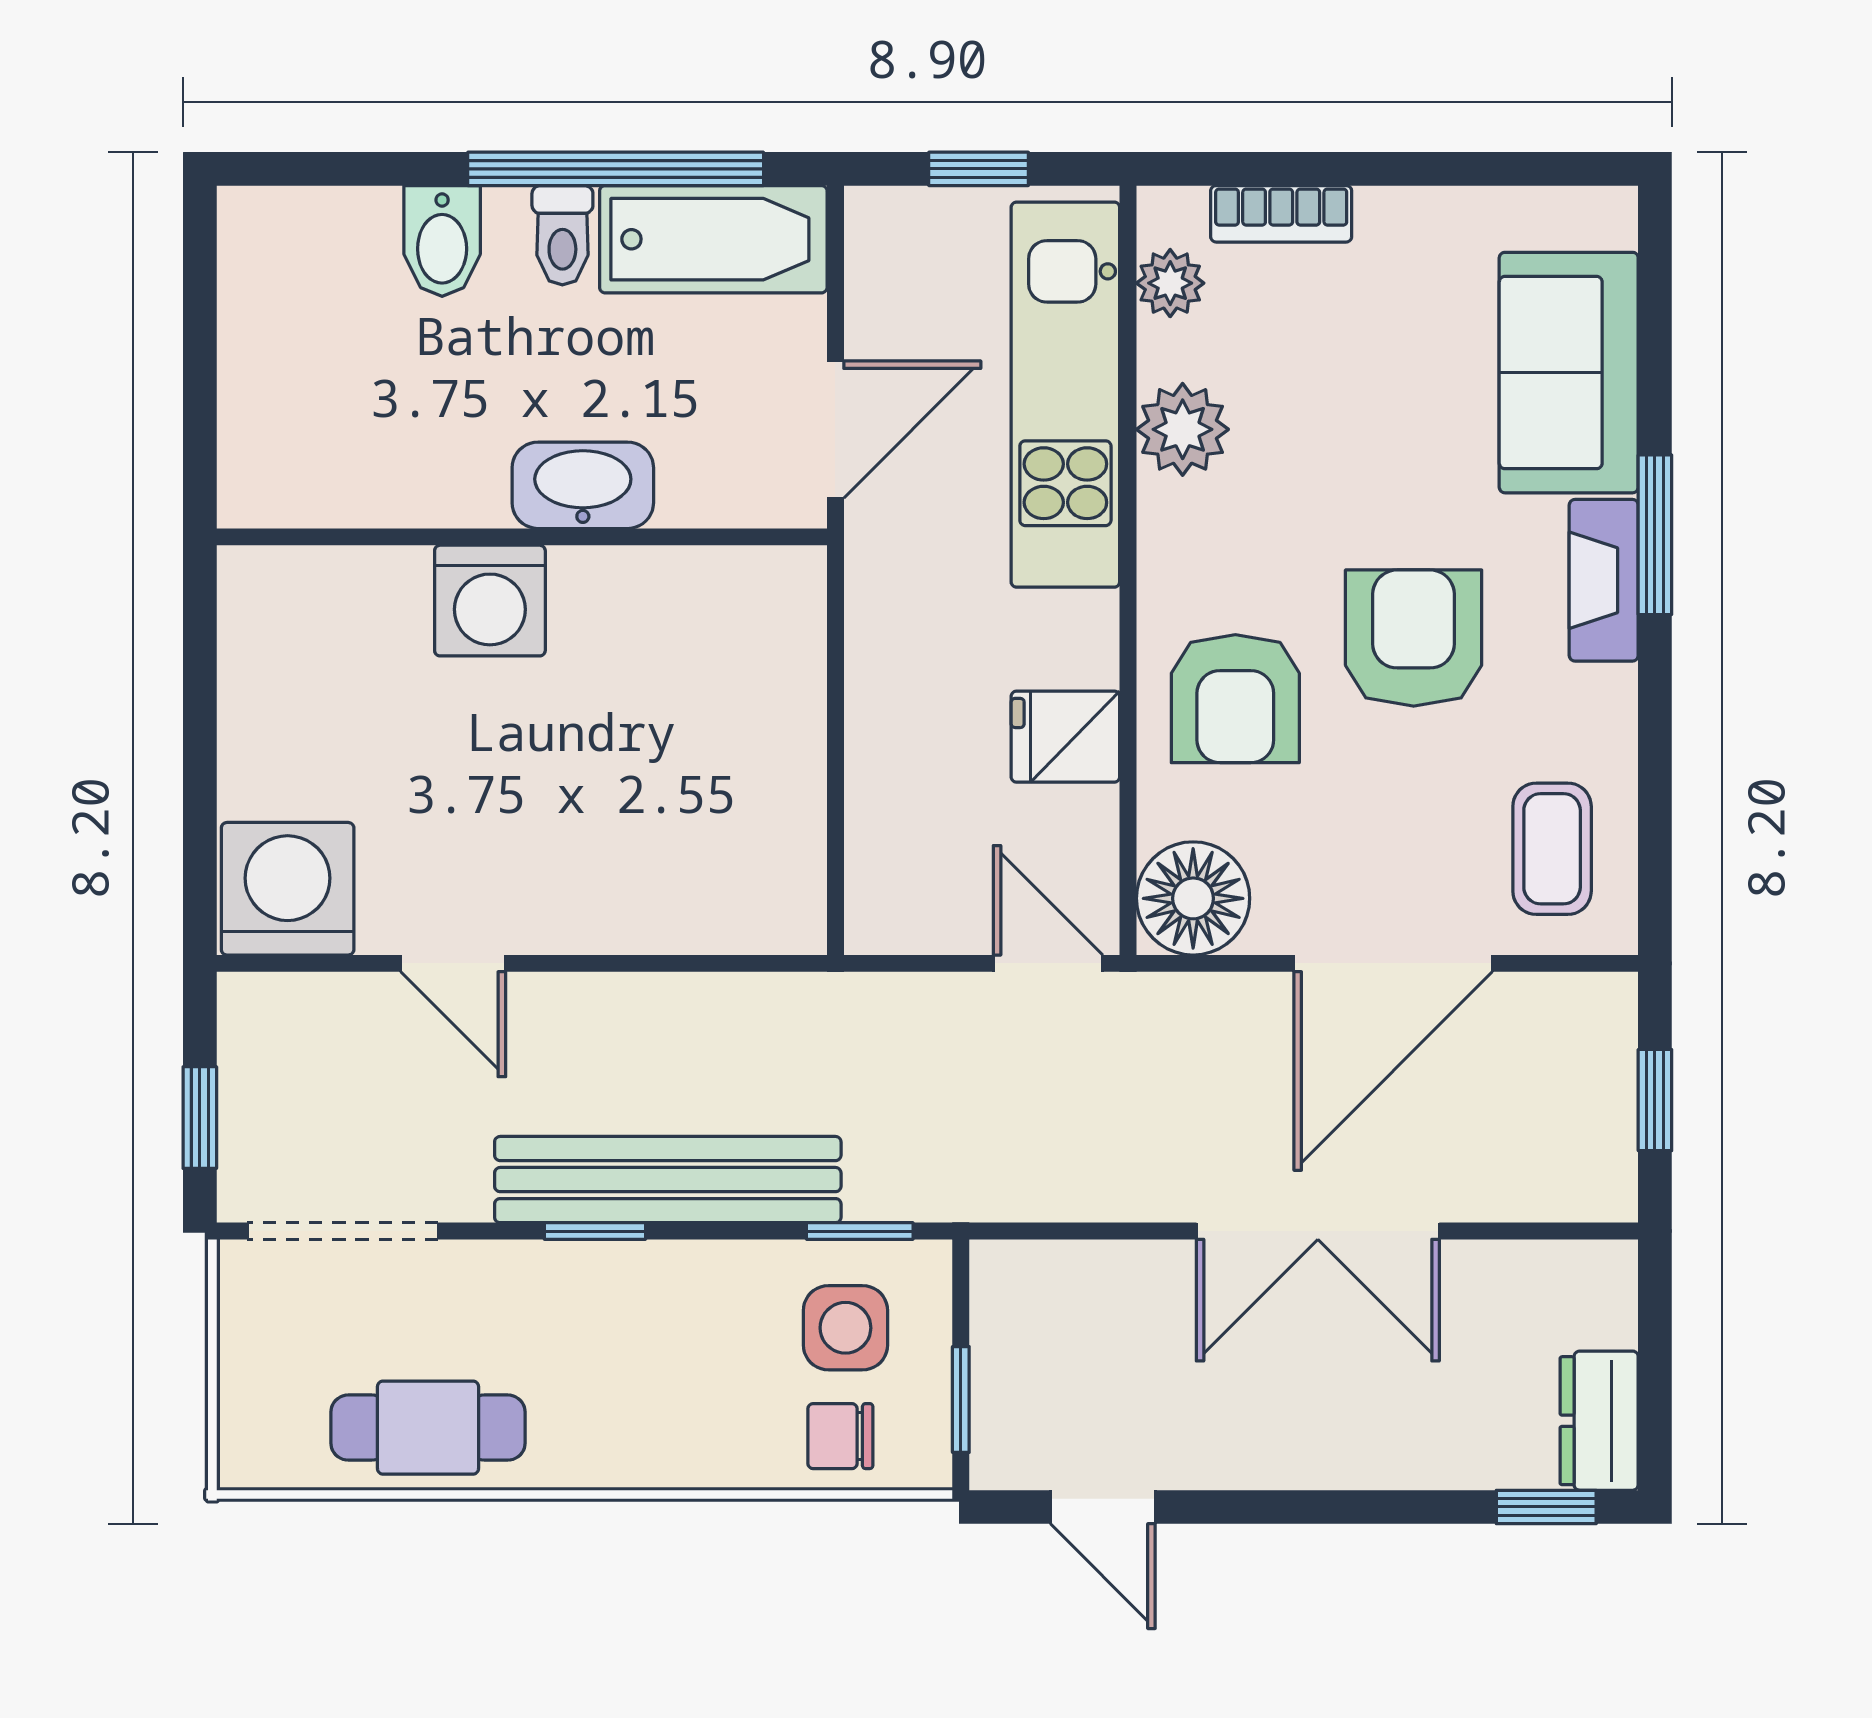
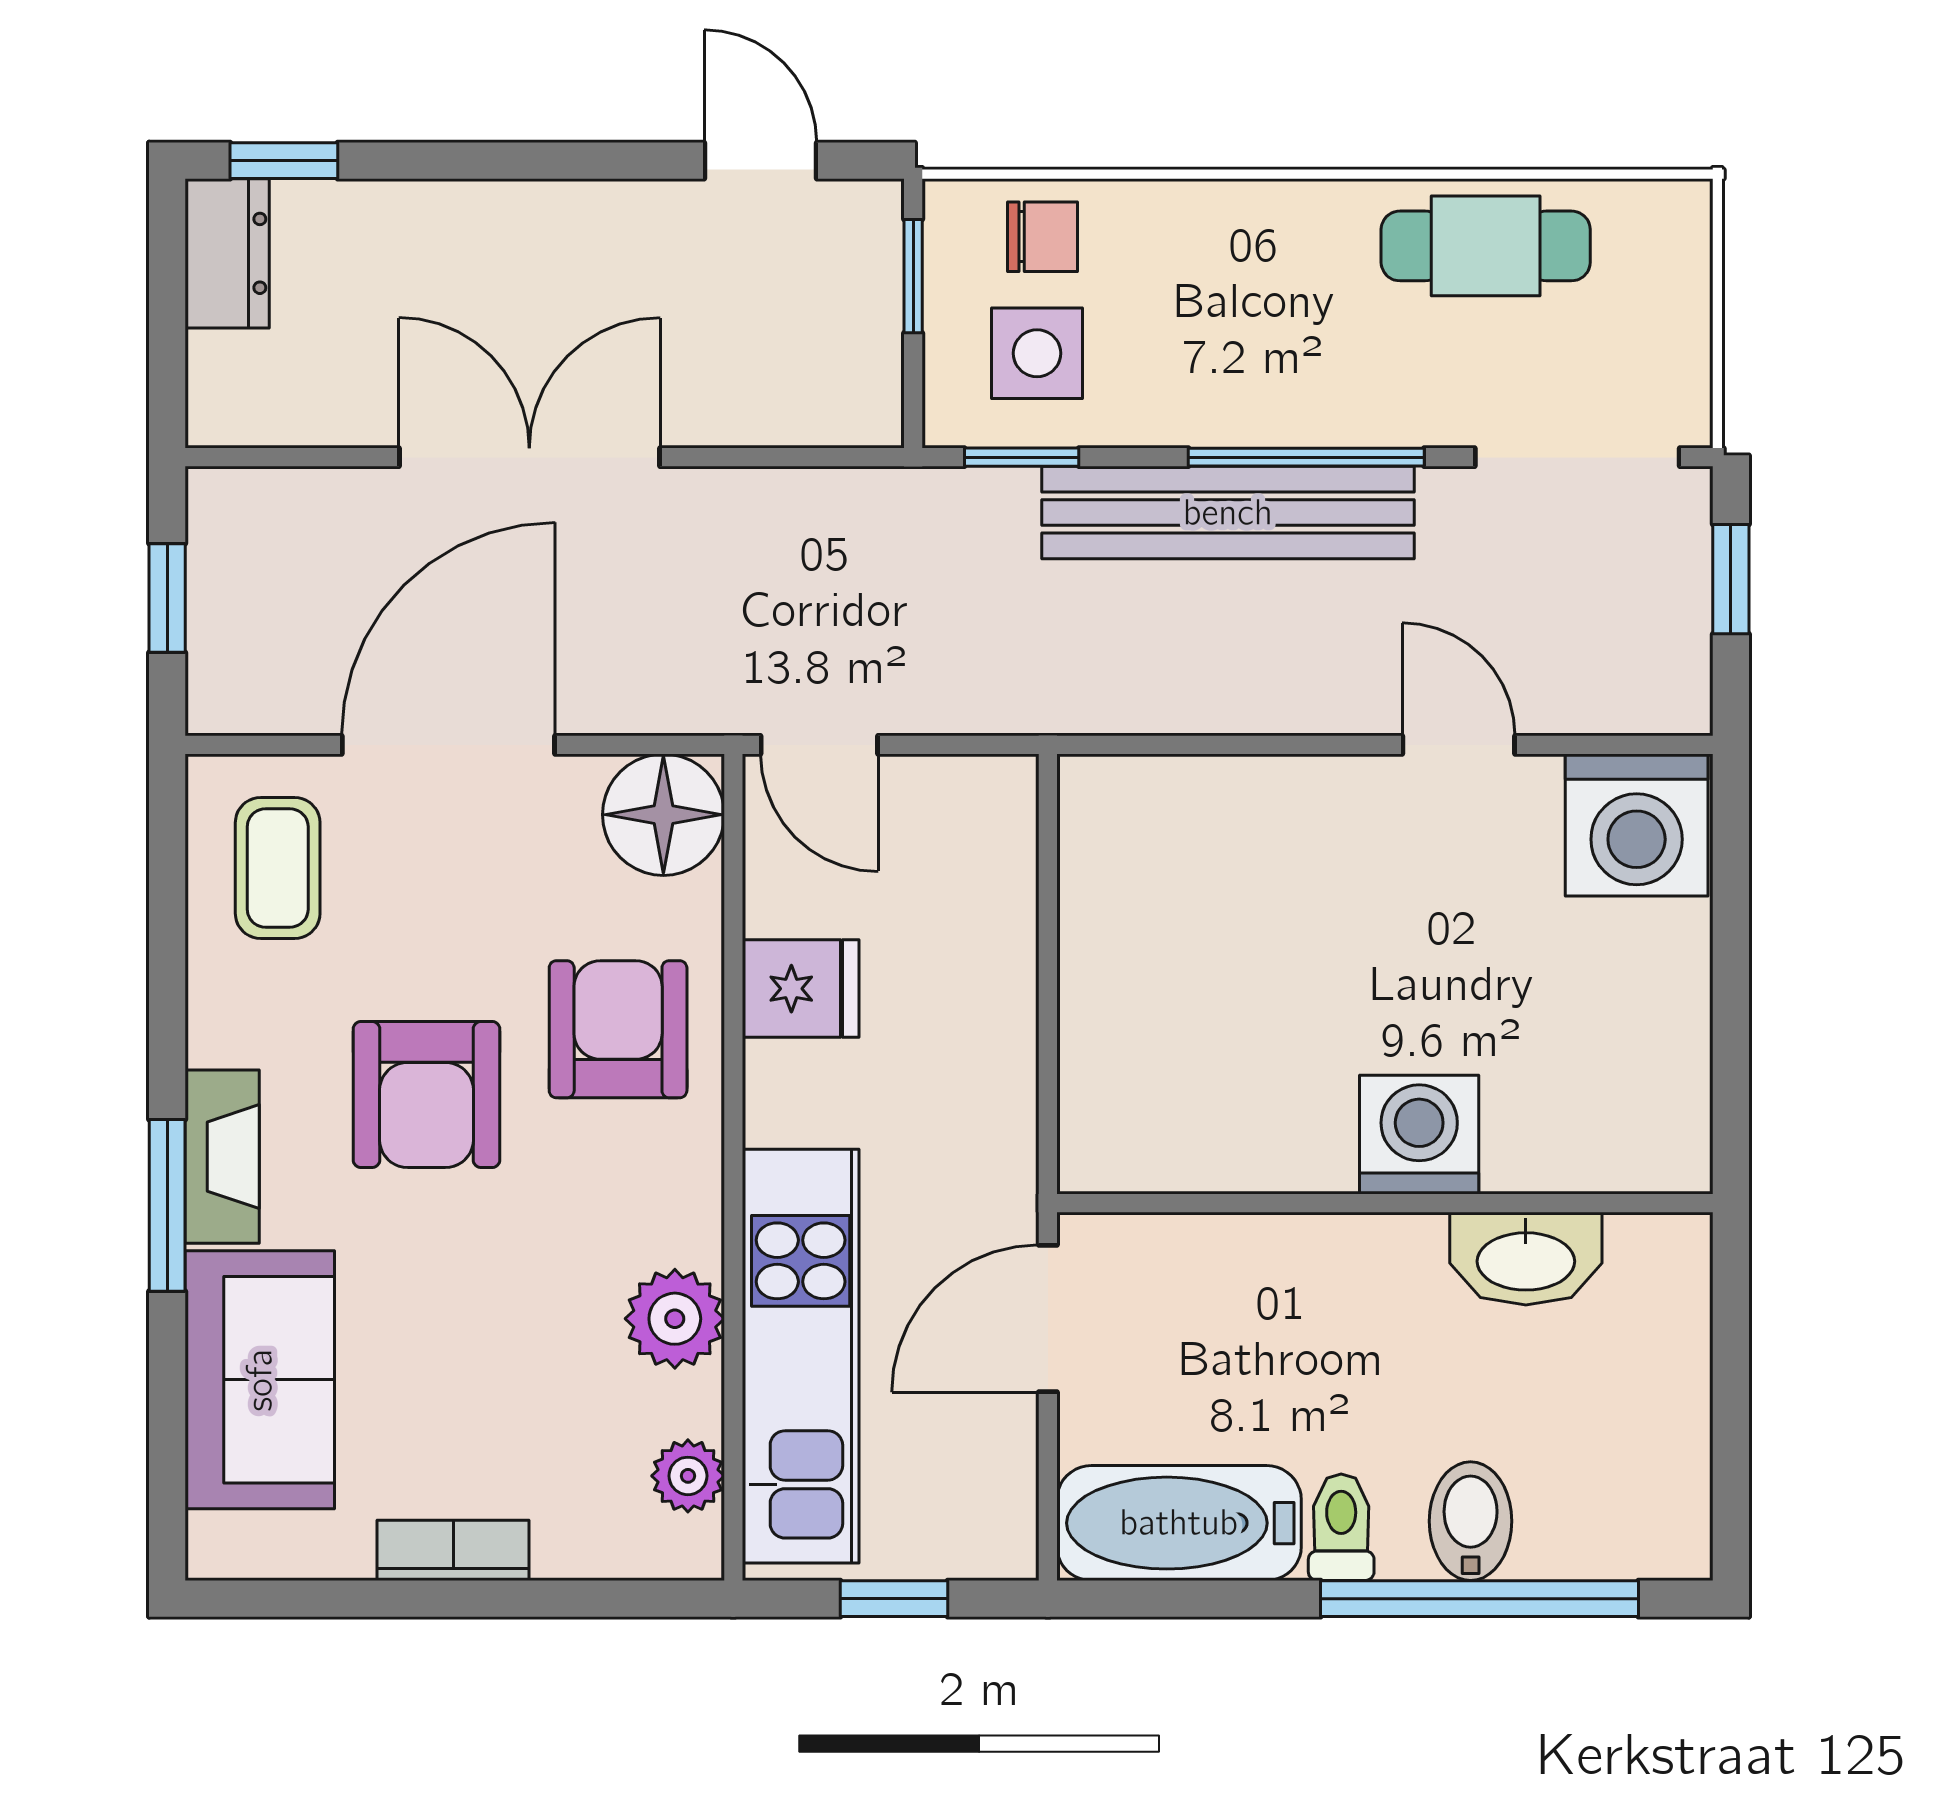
window: (616, 169) -> (1479, 1599), moved
bookcase: (1281, 214) -> (453, 1550), moved
washbasin: (583, 485) -> (1526, 1259), moved
window: (595, 1231) -> (1306, 457), width x2.17

